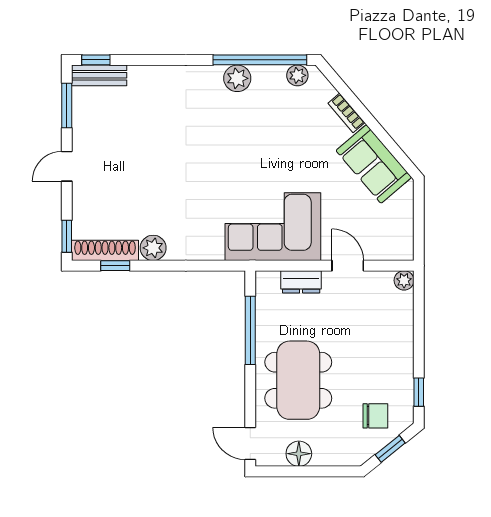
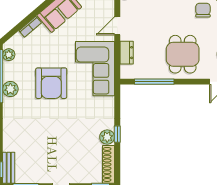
armchair: (247, 150) -> (51, 83), added
window: (115, 266) -> (117, 134), moved
dining table: (298, 380) -> (183, 54), width x0.73

